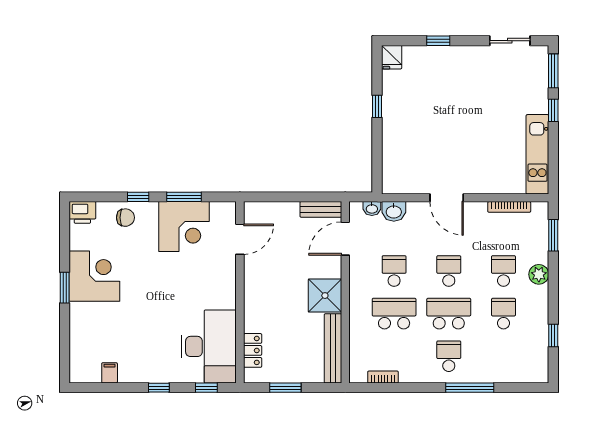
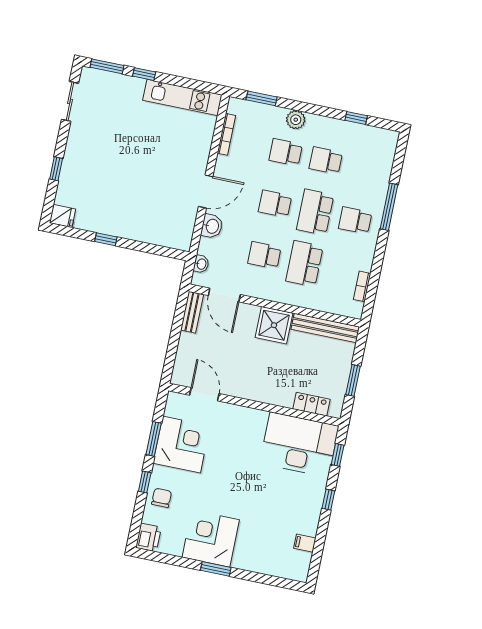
washbasin: (394, 211) -> (212, 226), moved

